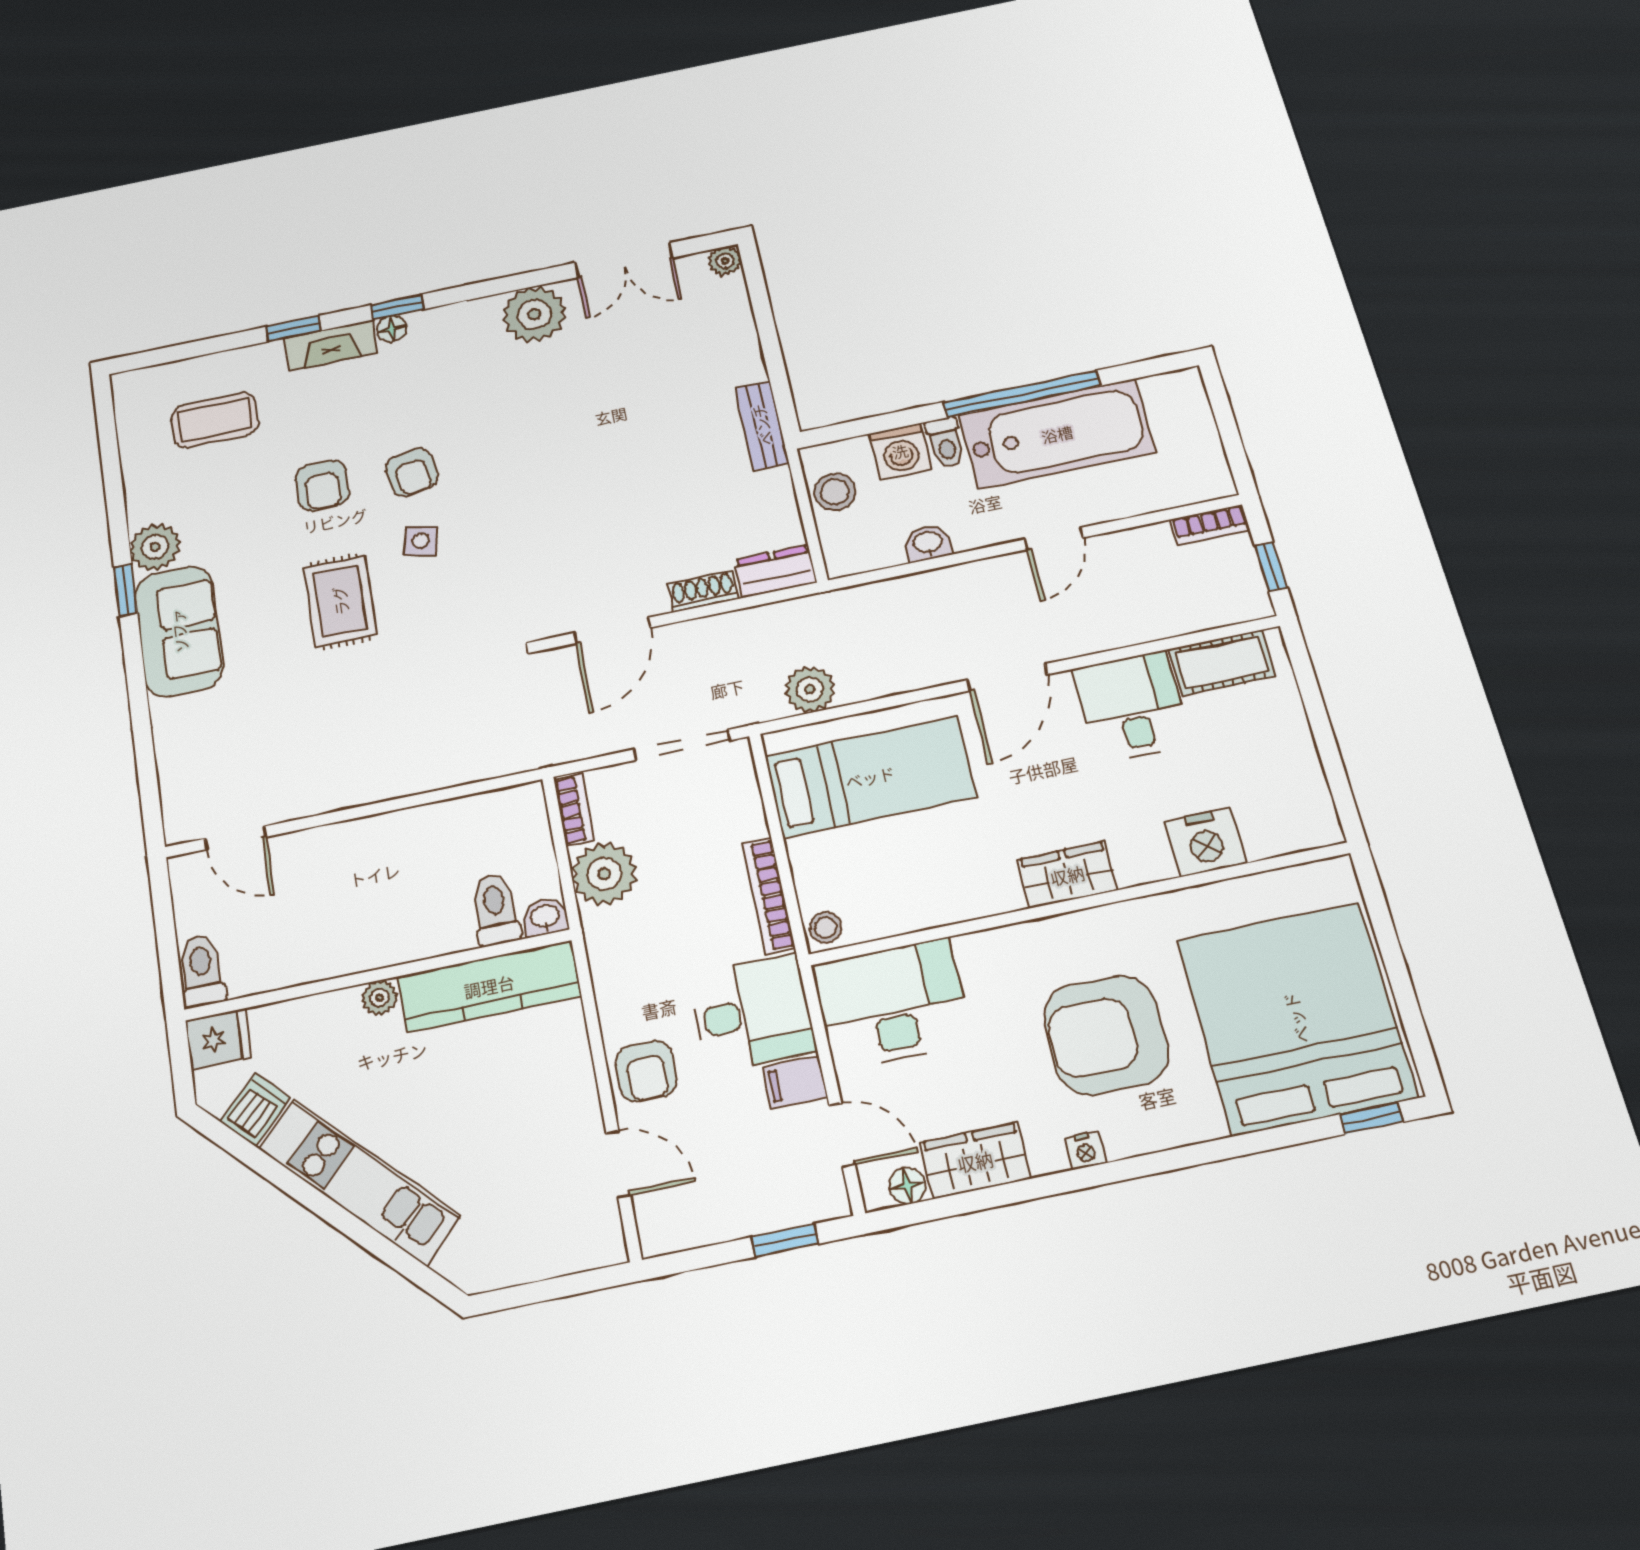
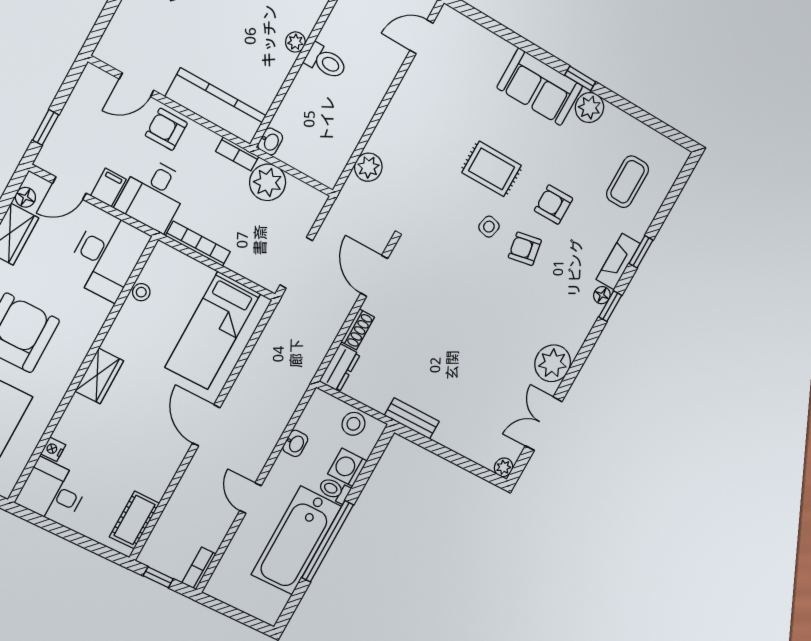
plant: (810, 689) -> (368, 167), moved
desk: (1132, 706) -> (52, 492), moved, turned 180
bookcase: (574, 810) -> (237, 154), moved
nightstand: (1206, 842) -> (53, 449), width x0.53, depth x0.56
toilet: (495, 910) -> (326, 61), moved
stool: (826, 927) -> (141, 292), moved
kitchen counter: (489, 986) -> (216, 106), moved, turned 90

